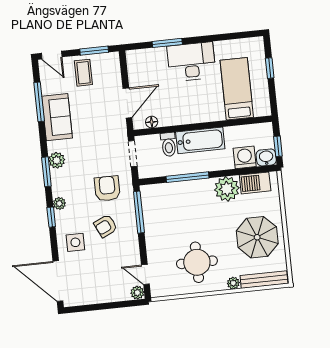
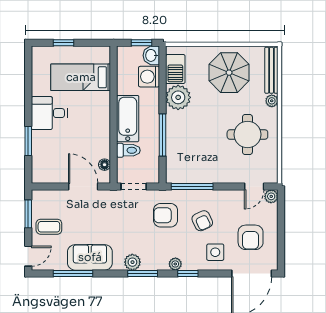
desk: (191, 62) -> (49, 113), width x0.73
armchair: (94, 276) -> (251, 237), added

